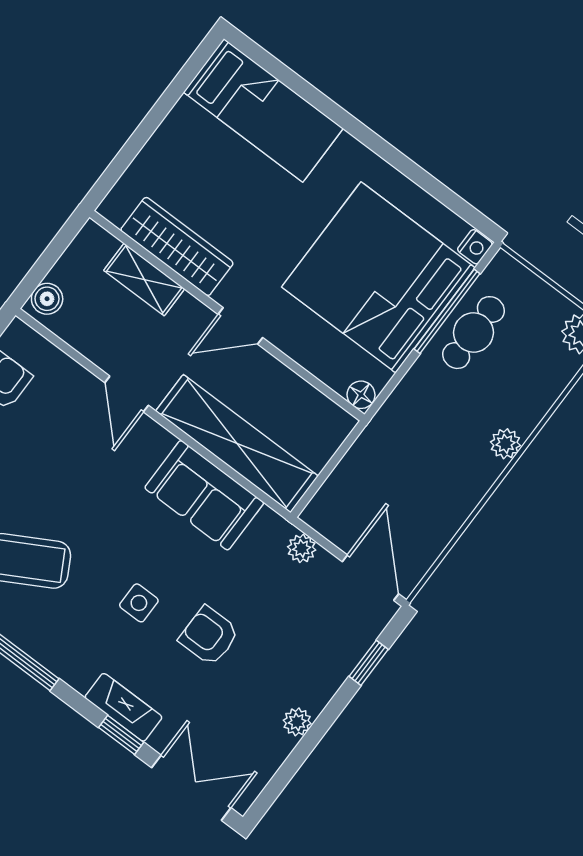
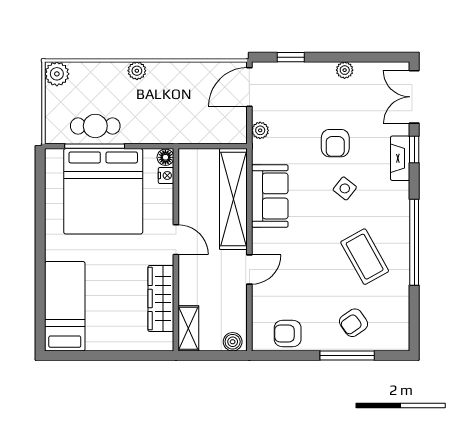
nightstand: (475, 247) -> (166, 175), moved, turned 90
shelving: (144, 279) -> (188, 328), moved
side table: (139, 603) -> (345, 188), turned 38

